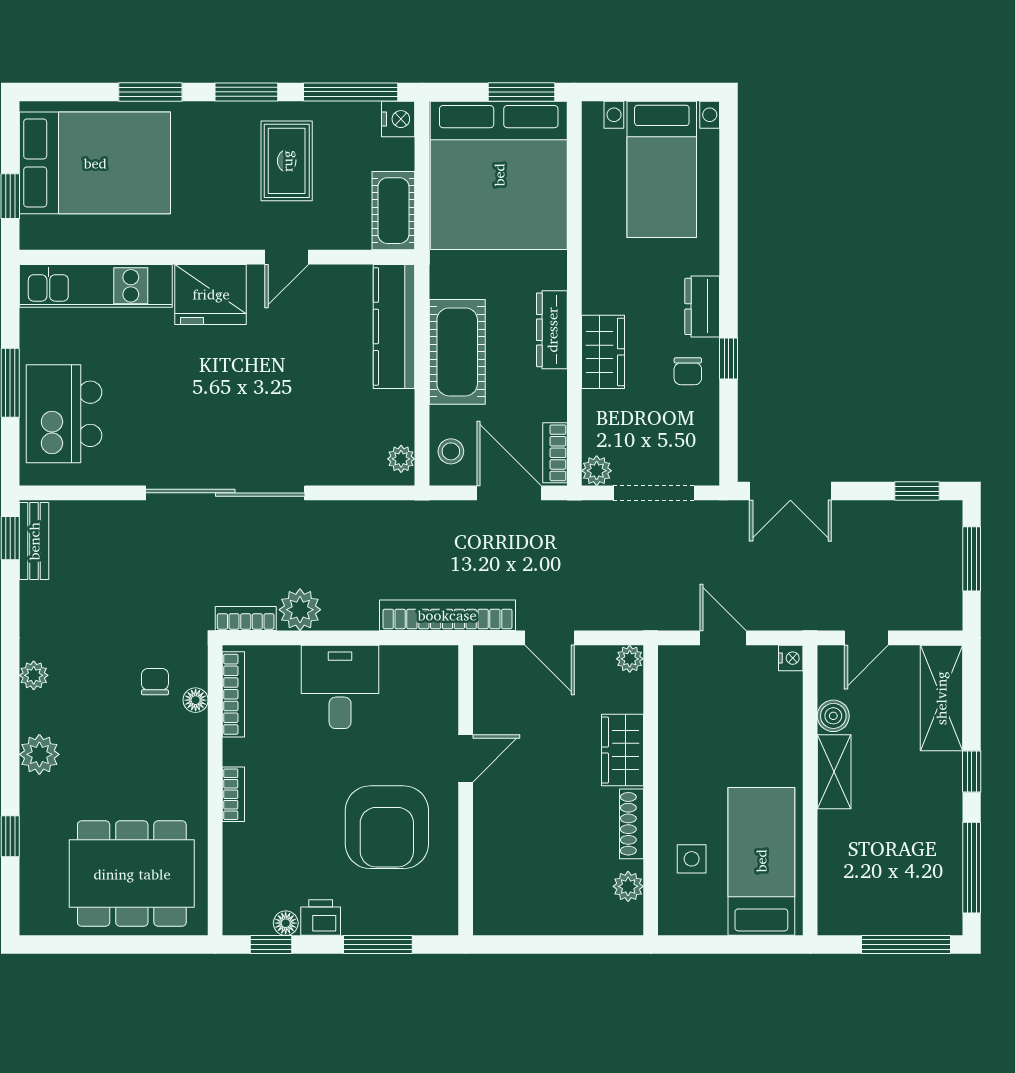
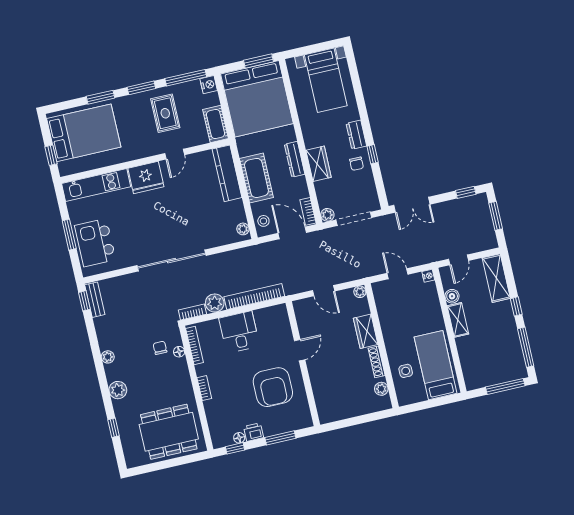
bookcase: (447, 615) -> (254, 296), moved

